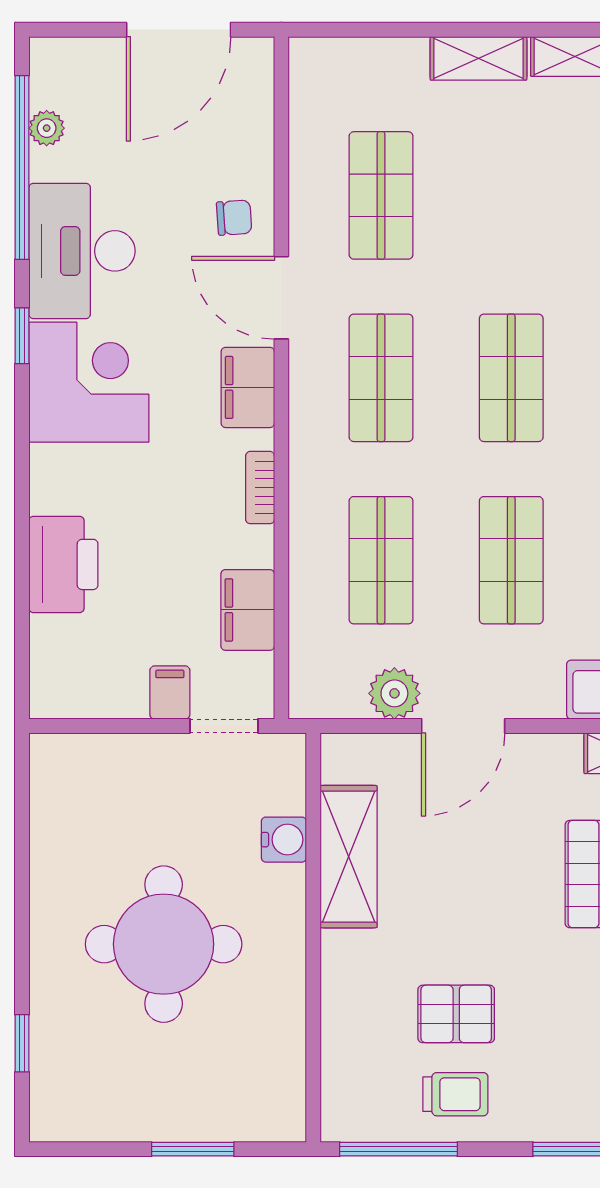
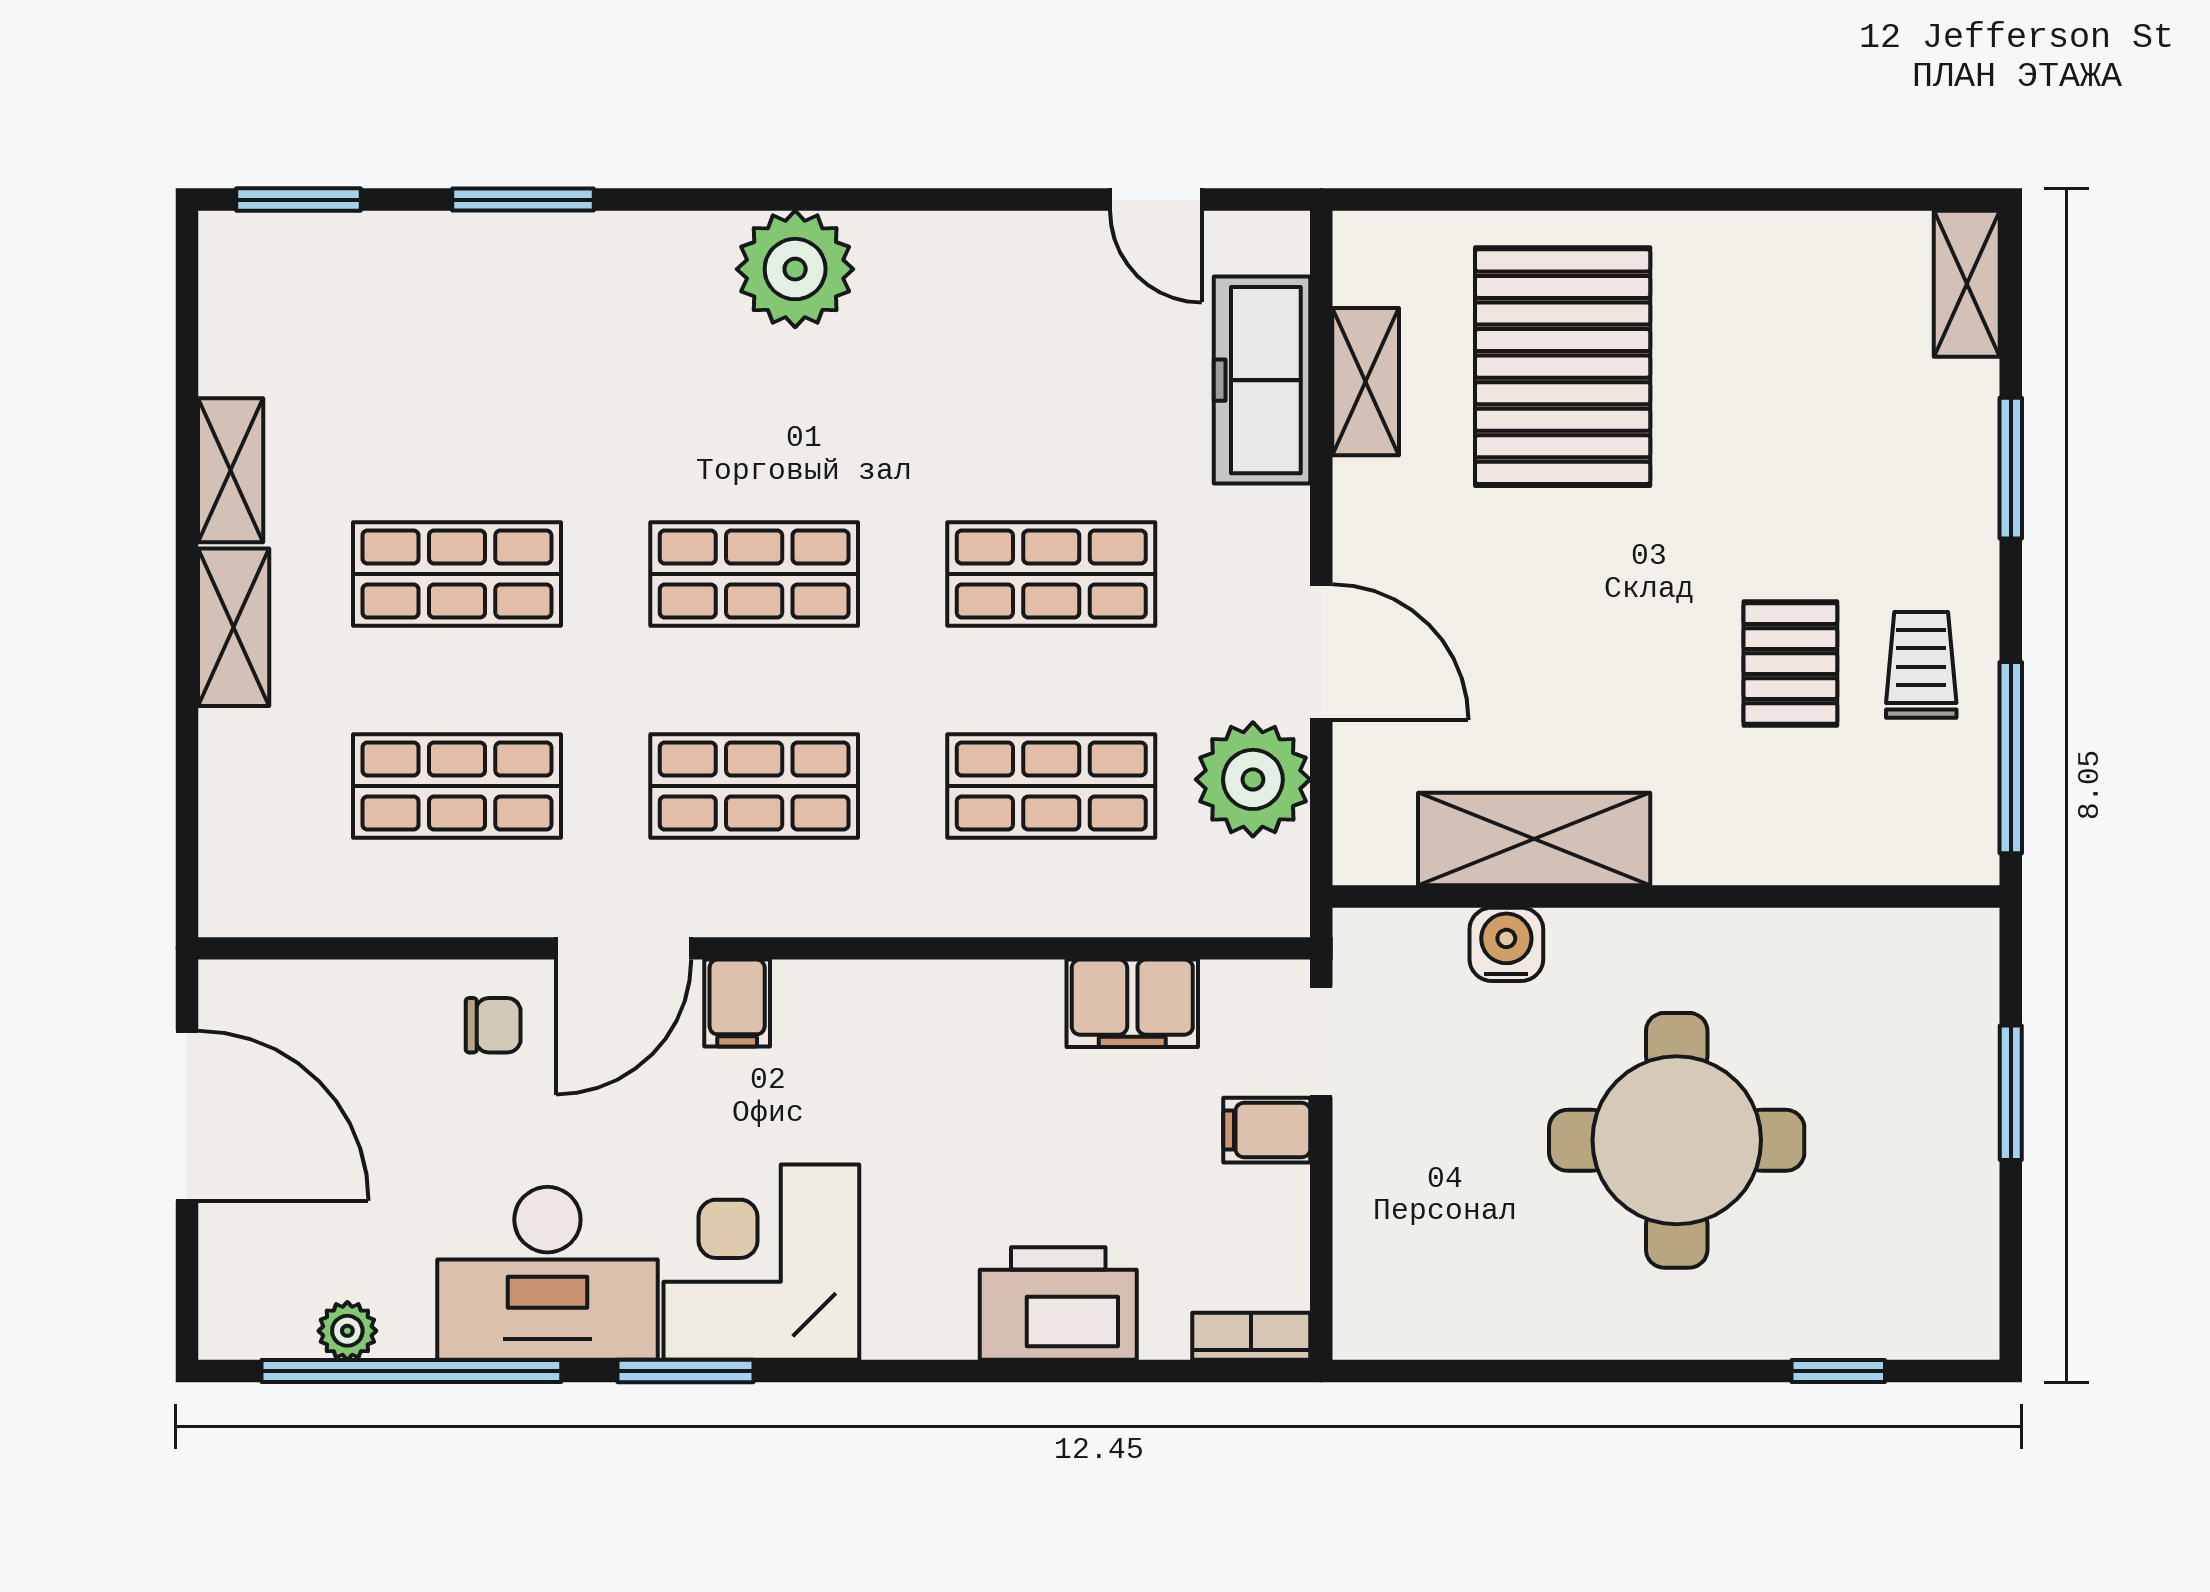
shop shelf: (511, 195) -> (457, 574), added
chair: (234, 218) -> (493, 1025), turned 94
window: (22, 336) -> (685, 1371), width x1.50
filing cabinet: (248, 387) -> (737, 1003), width x0.50
bookcase: (260, 488) -> (1251, 1336), moved, turned 180
plant: (394, 693) -> (1253, 779), width x1.36, depth x1.36

